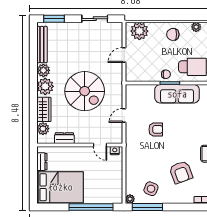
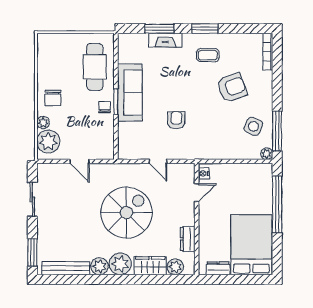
plant: (196, 27) -> (43, 123), moved

